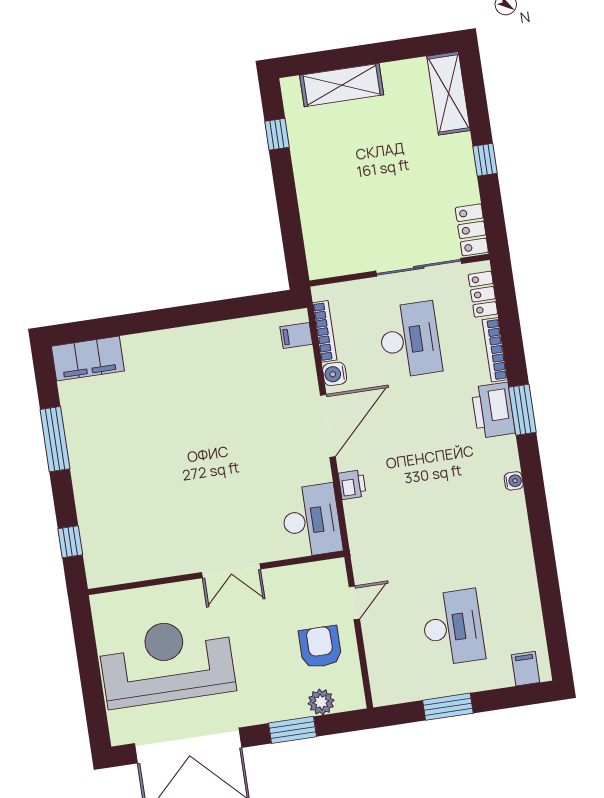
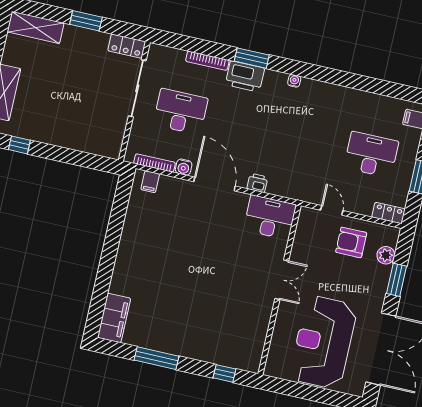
window: (485, 160) -> (86, 21), width x1.50
locker: (483, 294) -> (389, 213), moved, turned 180

